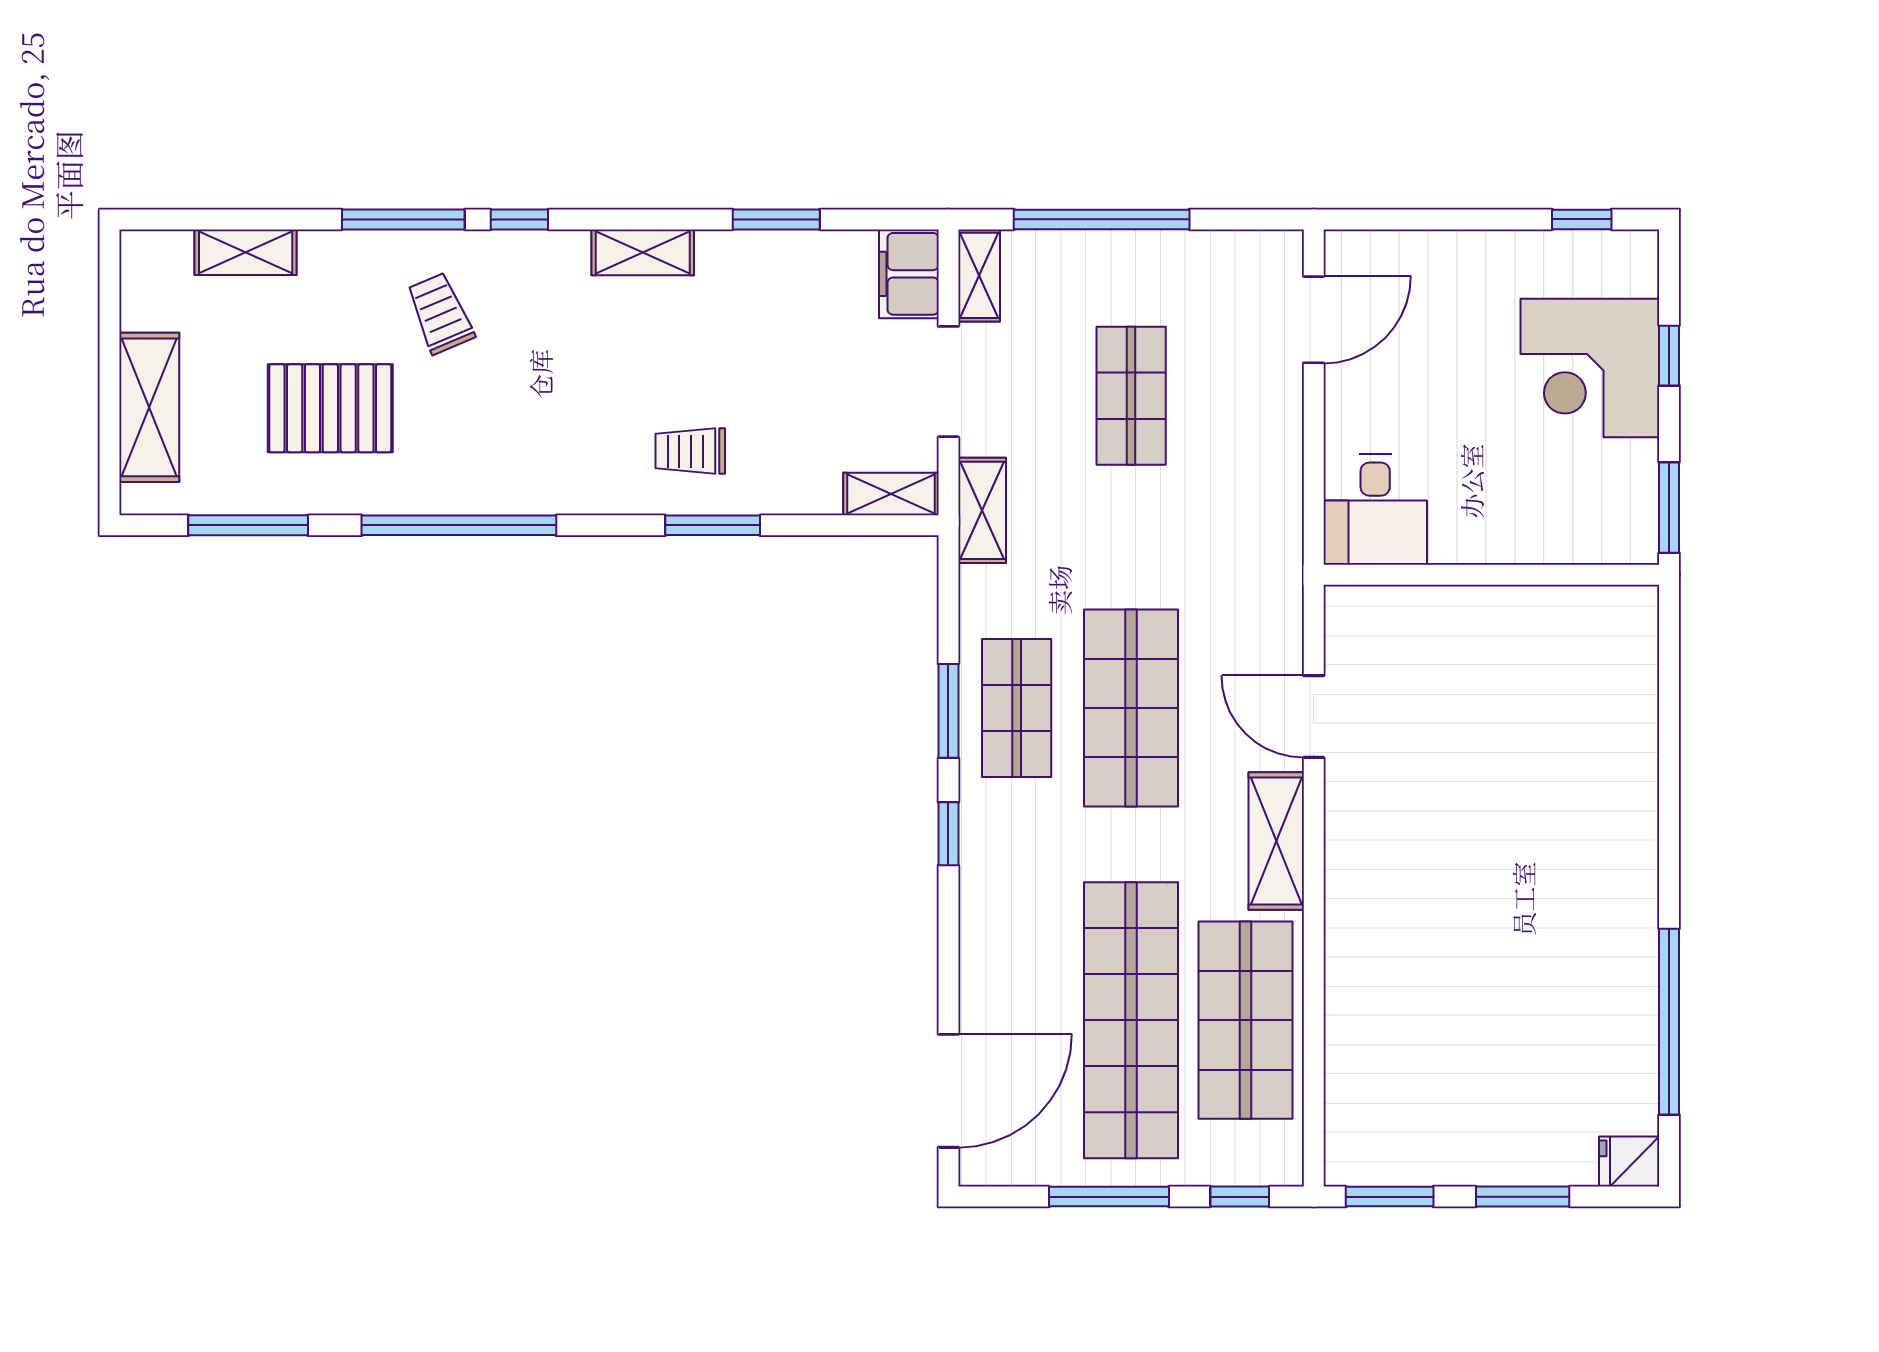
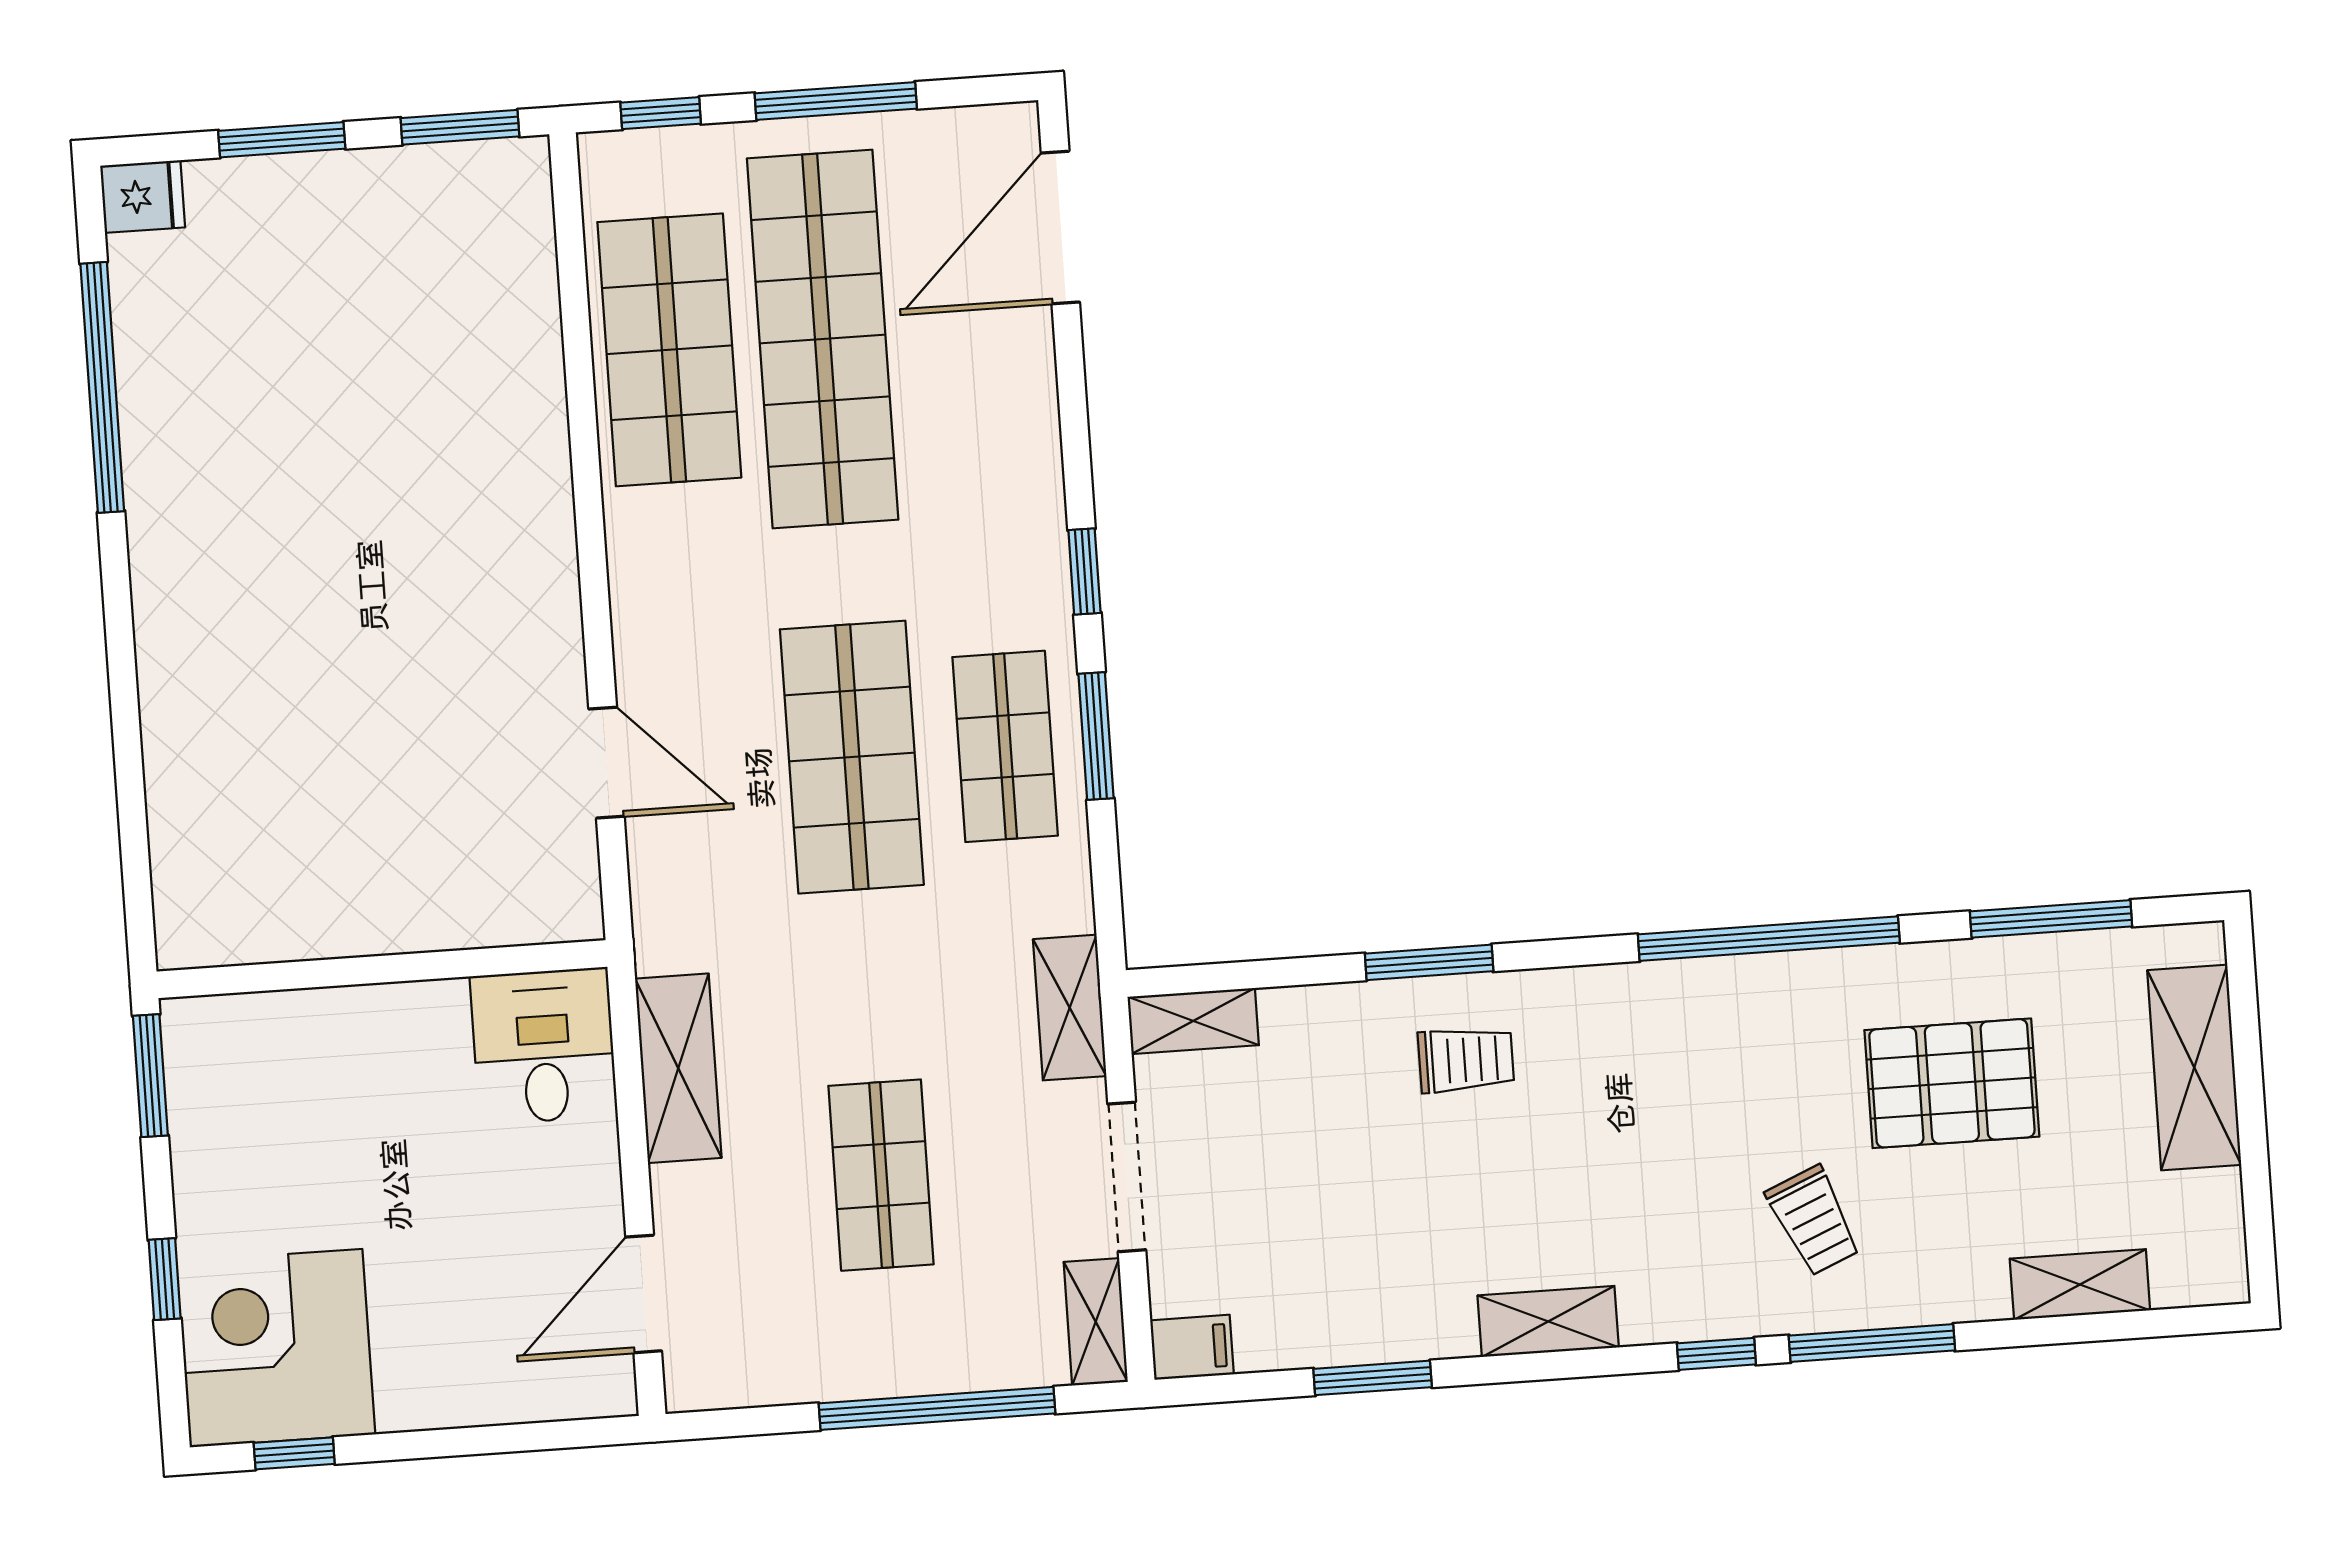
filing cabinet: (909, 274) -> (1192, 1347), width x0.50
corner desk: (1590, 368) -> (276, 1348), moved, turned -90
shelving: (1276, 841) -> (678, 1068), moved

